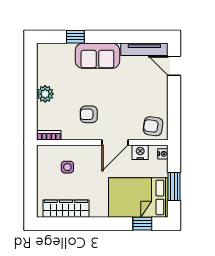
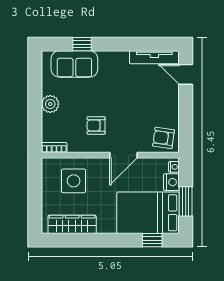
sofa: (97, 56) -> (74, 64), moved
nightstand: (140, 152) -> (171, 182), moved, turned 90
side table: (67, 167) -> (74, 181), width x1.87, depth x1.87

